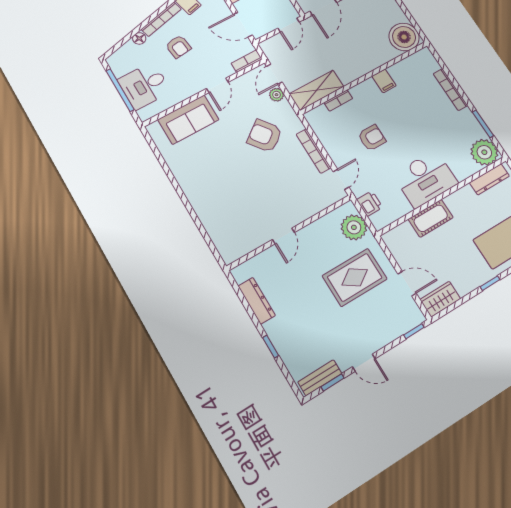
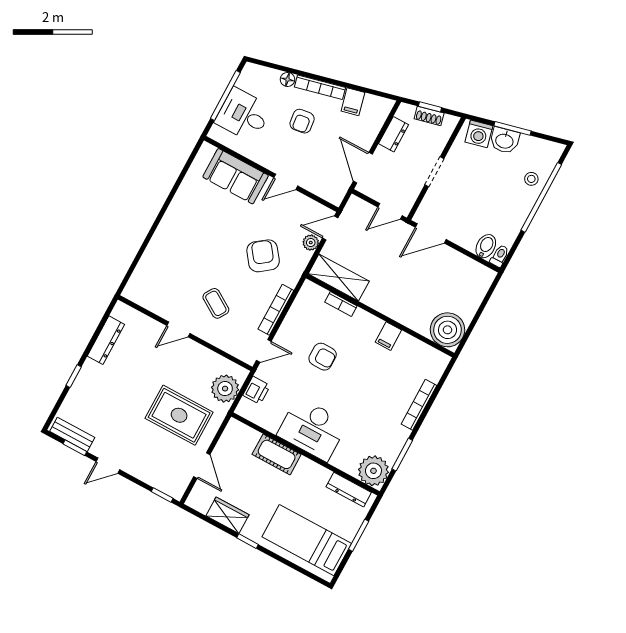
bookcase: (247, 61) -> (327, 194), removed
coffee table: (280, 194) -> (216, 303), added
wardrobe: (440, 299) -> (227, 515), moved
door: (364, 363) -> (108, 466), hinge flipped

